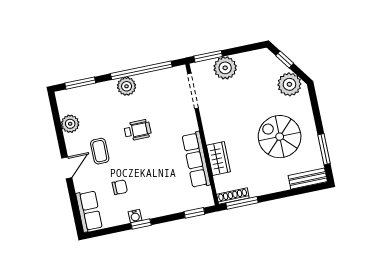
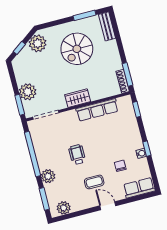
plant: (127, 86) -> (48, 176), moved
plant: (70, 124) -> (64, 208), moved
wardrobe: (218, 158) -> (78, 98), moved

